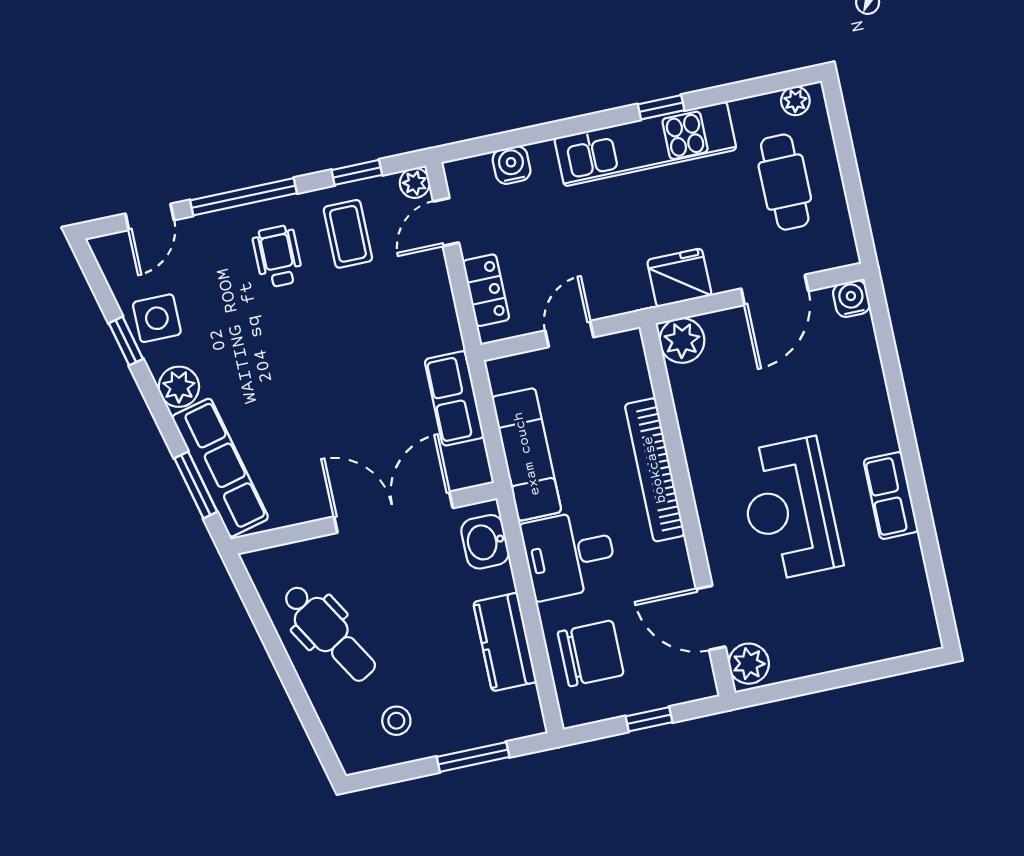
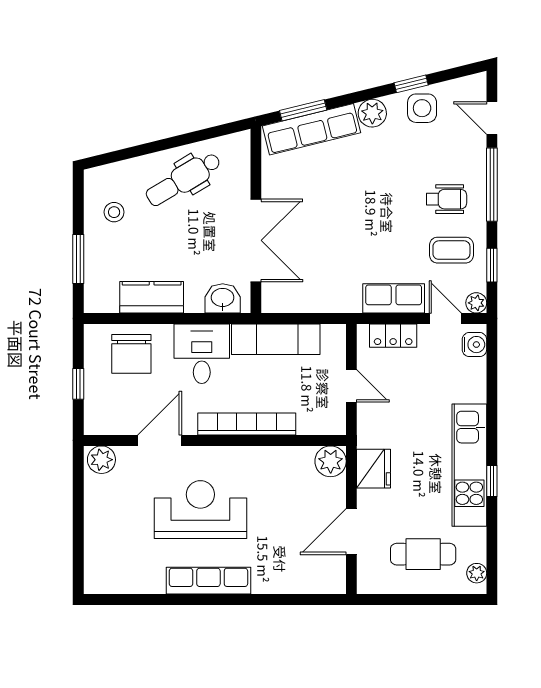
water cooler: (512, 165) -> (474, 345), moved
door: (775, 290) -> (351, 532), hinge flipped
water cooler: (851, 299) -> (334, 582), removed
row of seats: (454, 398) -> (394, 298), moved
row of seats: (891, 496) -> (208, 581), width x1.48
door: (711, 618) -> (160, 440), moved

